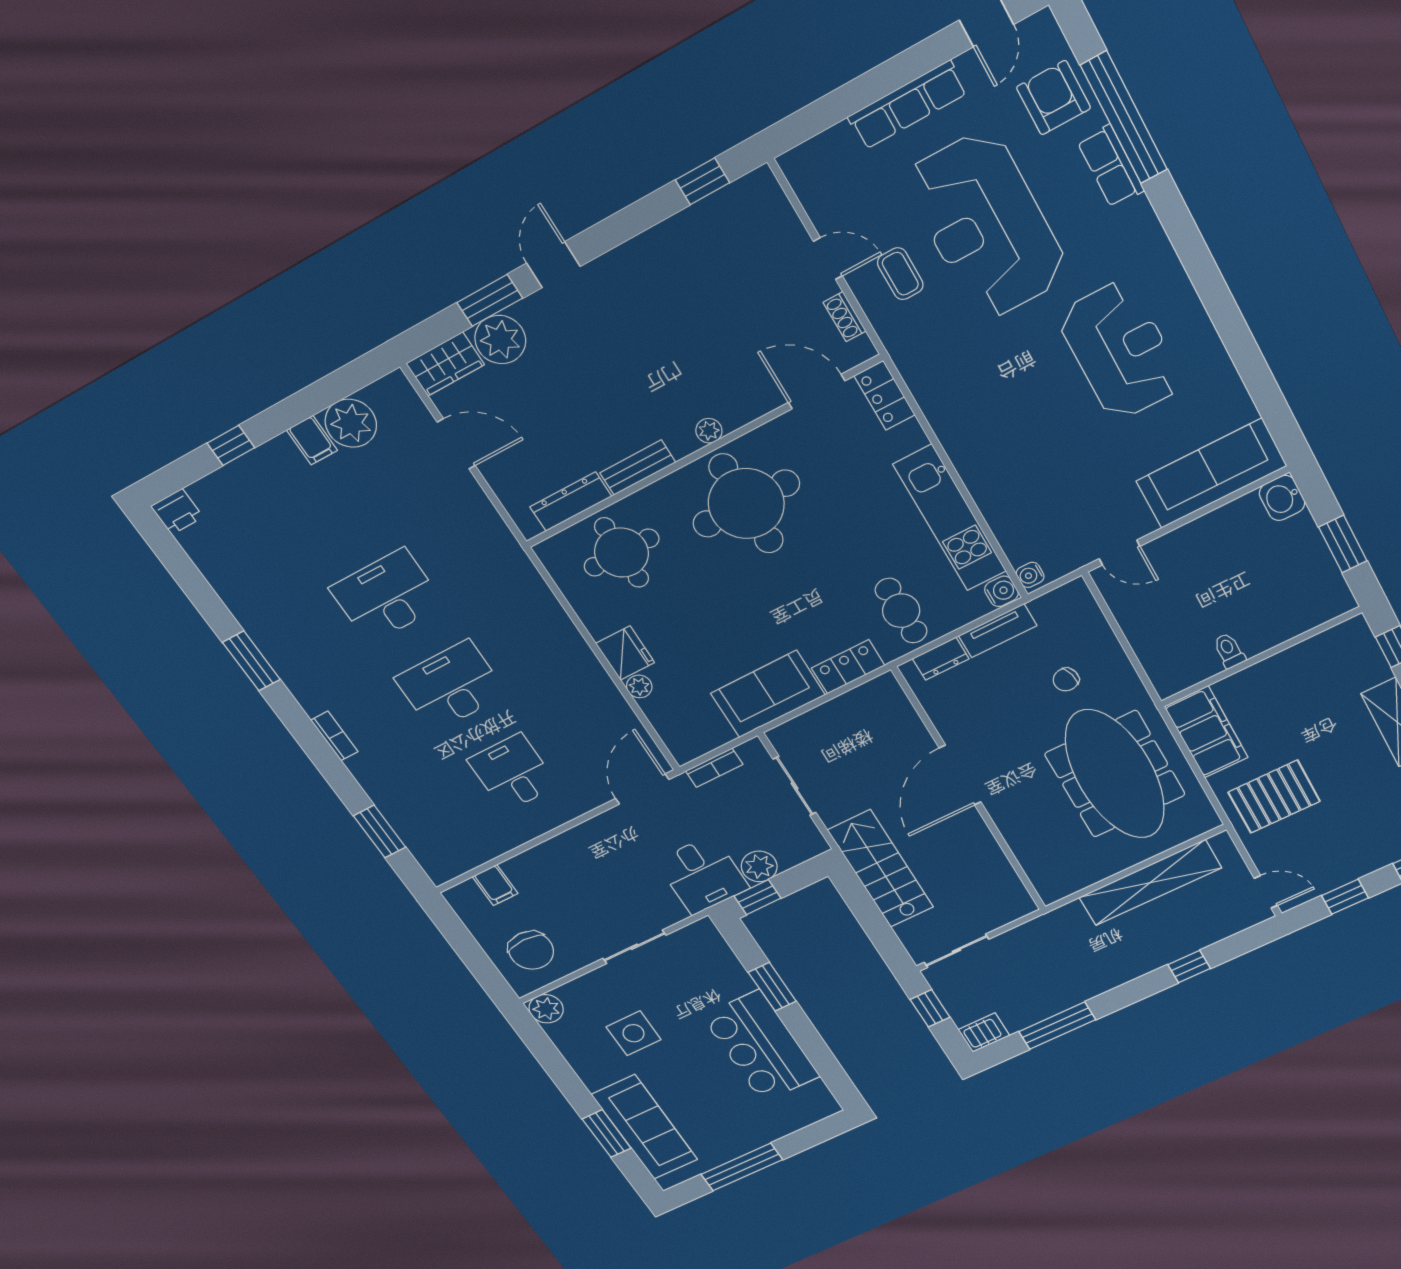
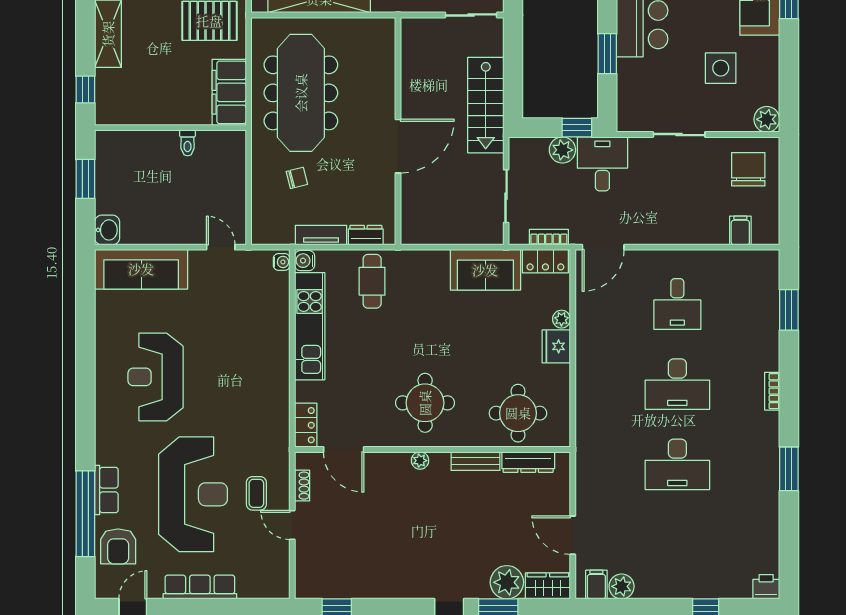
plant: (351, 423) -> (622, 586), width x0.73, depth x0.73
filing cabinet: (312, 440) -> (596, 585), moved
round table: (746, 504) -> (425, 403), width x0.73, depth x0.73
locker: (848, 667) -> (545, 261), moved

